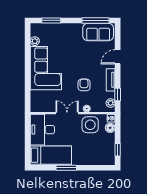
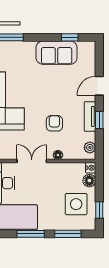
window: (95, 20) -> (70, 37), width x0.46
sofa: (98, 32) -> (57, 53), moved
window: (118, 95) -> (99, 120), moved
side table: (90, 125) -> (76, 204), moved
window: (94, 168) -> (68, 234), added

